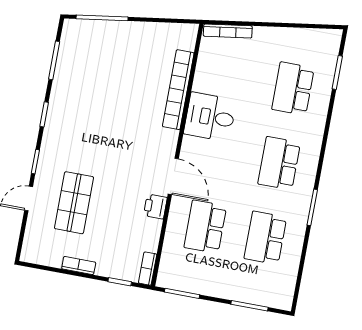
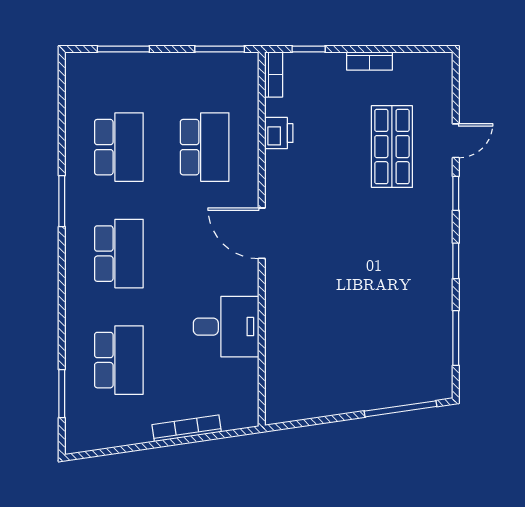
bookcase: (228, 31) -> (187, 428), moved
bookcase: (178, 90) -> (277, 329), removed
desk: (210, 117) -> (226, 327), moved
door: (173, 176) -> (262, 233), moved
printer: (155, 207) -> (279, 133), moved

